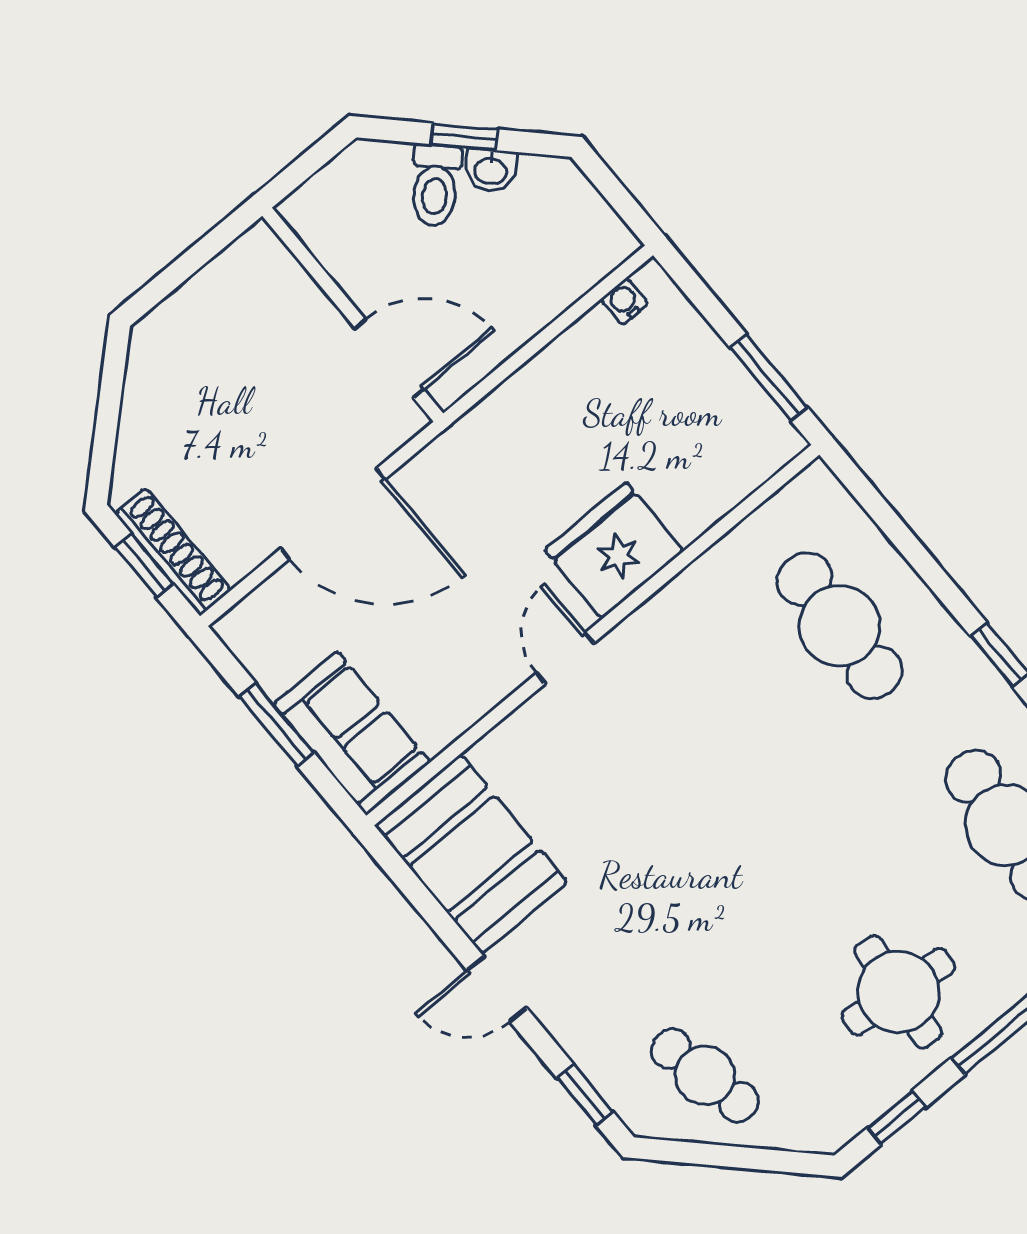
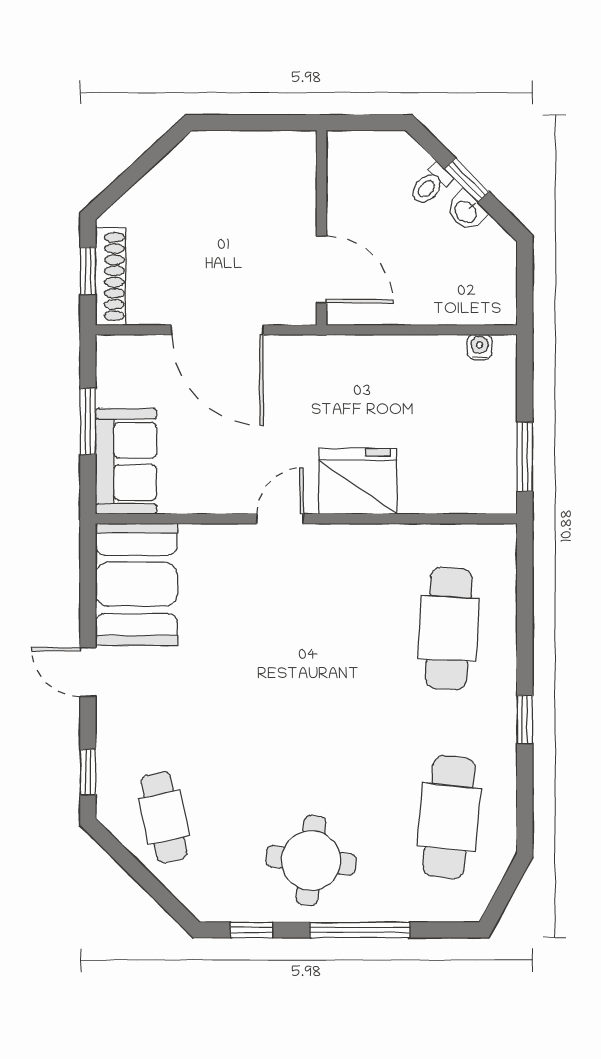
toilet: (435, 185) -> (430, 185), width x0.73, depth x0.72

